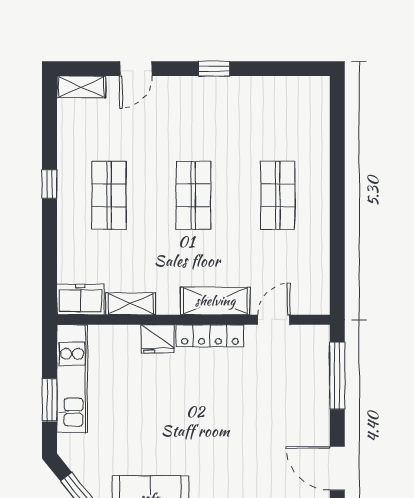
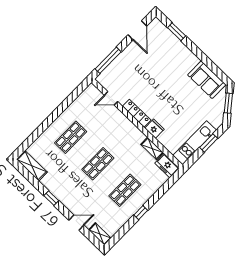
shelving: (215, 301) -> (32, 166), moved

